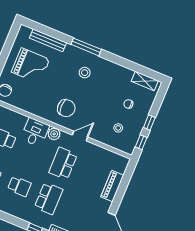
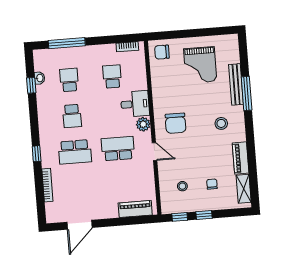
bench: (48, 40) -> (236, 84), moved
window: (86, 47) -> (247, 93), moved
piano: (119, 71) -> (241, 158), added
piano: (112, 186) -> (135, 209), moved

